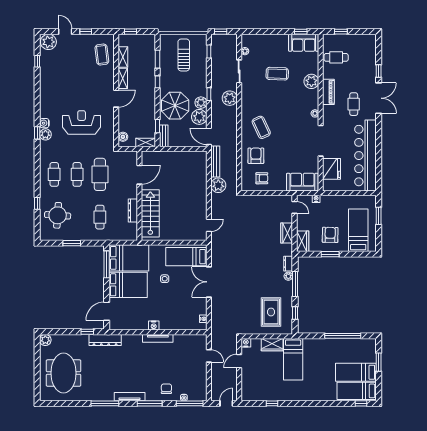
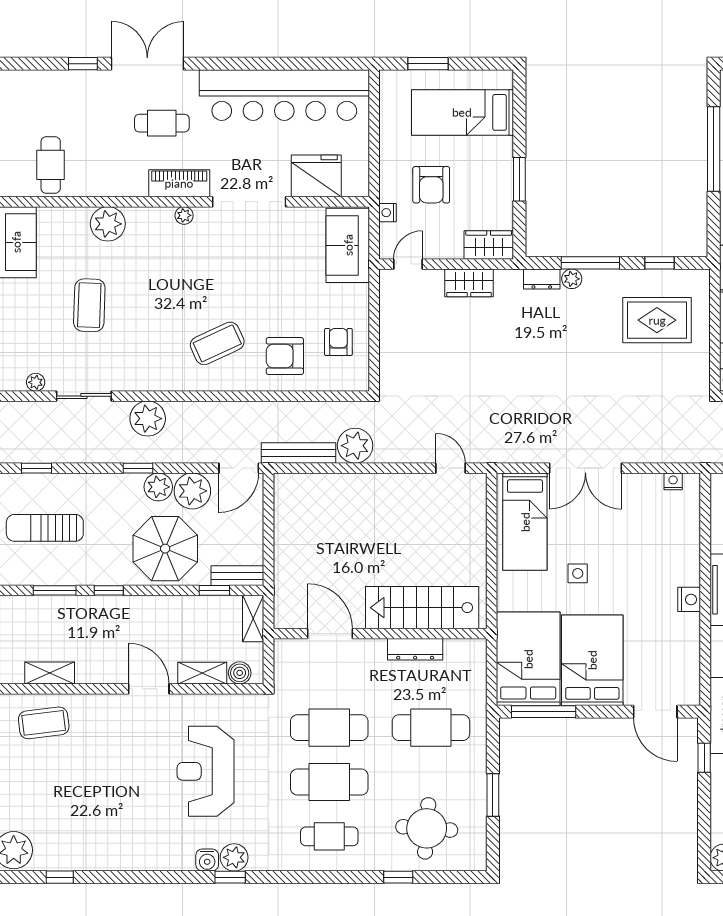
shelving: (123, 78) -> (202, 673), moved
piano: (328, 92) -> (179, 183), moved
cafe table: (77, 174) -> (329, 782), width x1.37, depth x1.35
cafe table: (100, 217) -> (431, 728), width x1.37, depth x1.35
armchair: (330, 235) -> (431, 185), moved, turned -91

